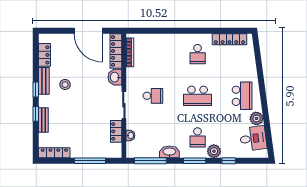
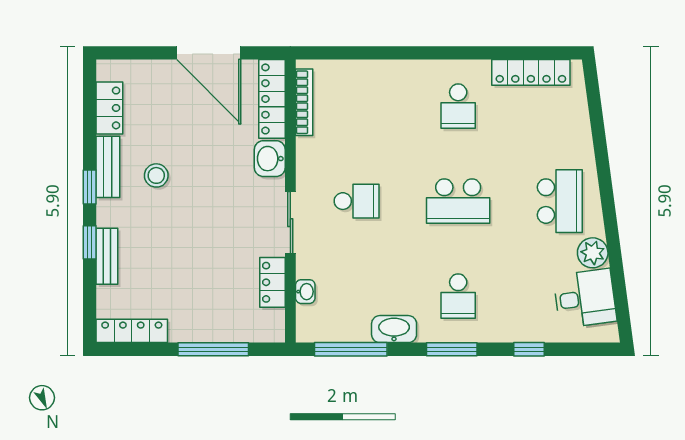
plant: (214, 151) -> (496, 327), removed

